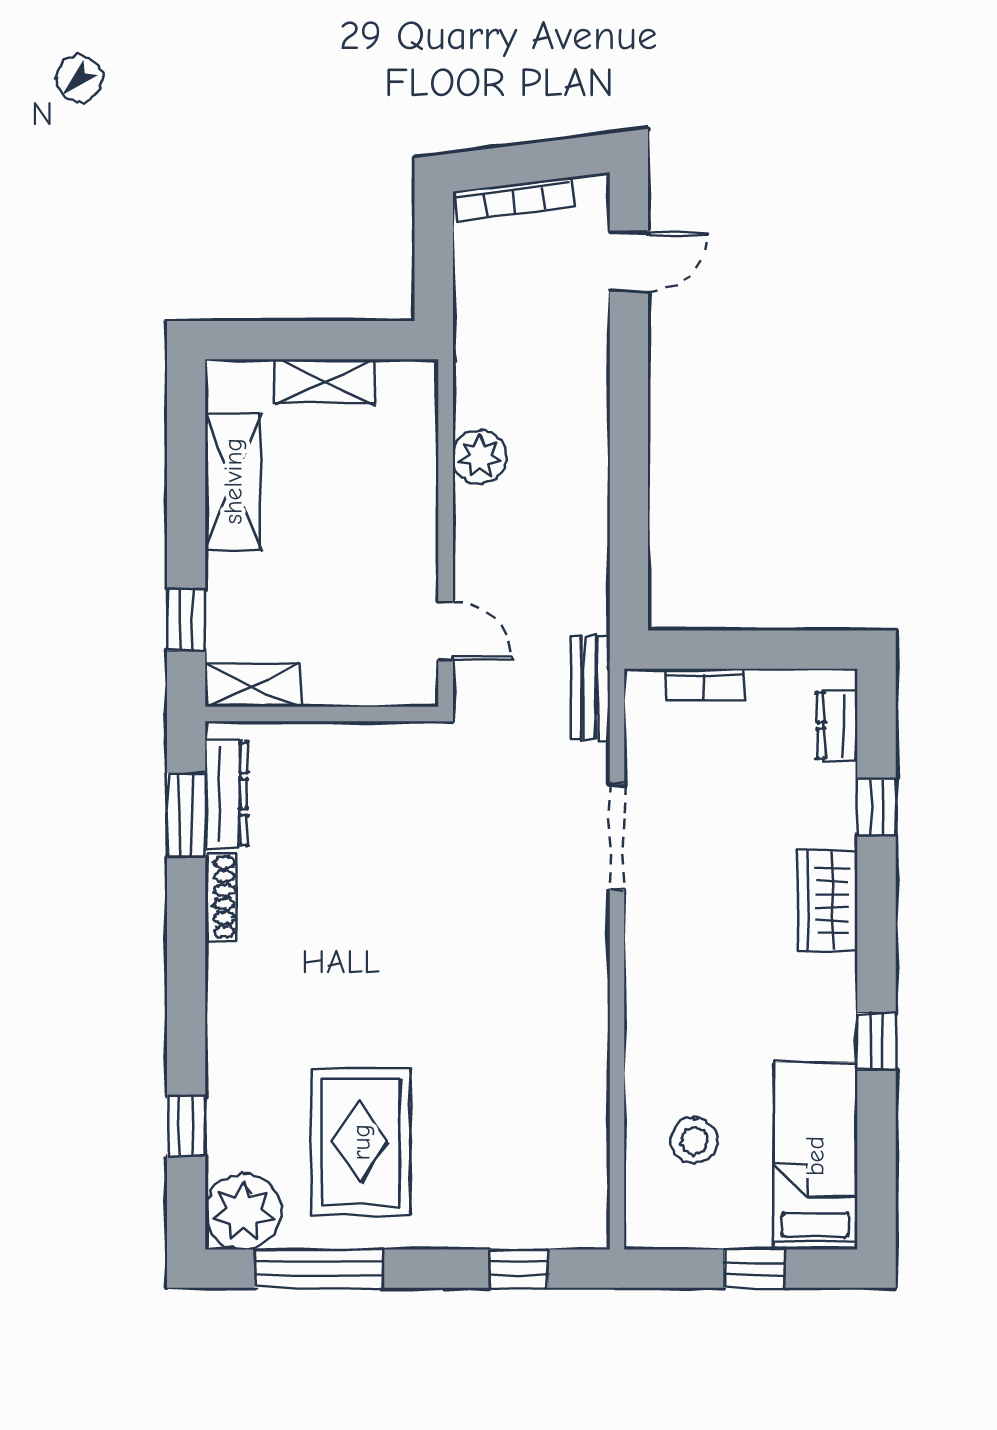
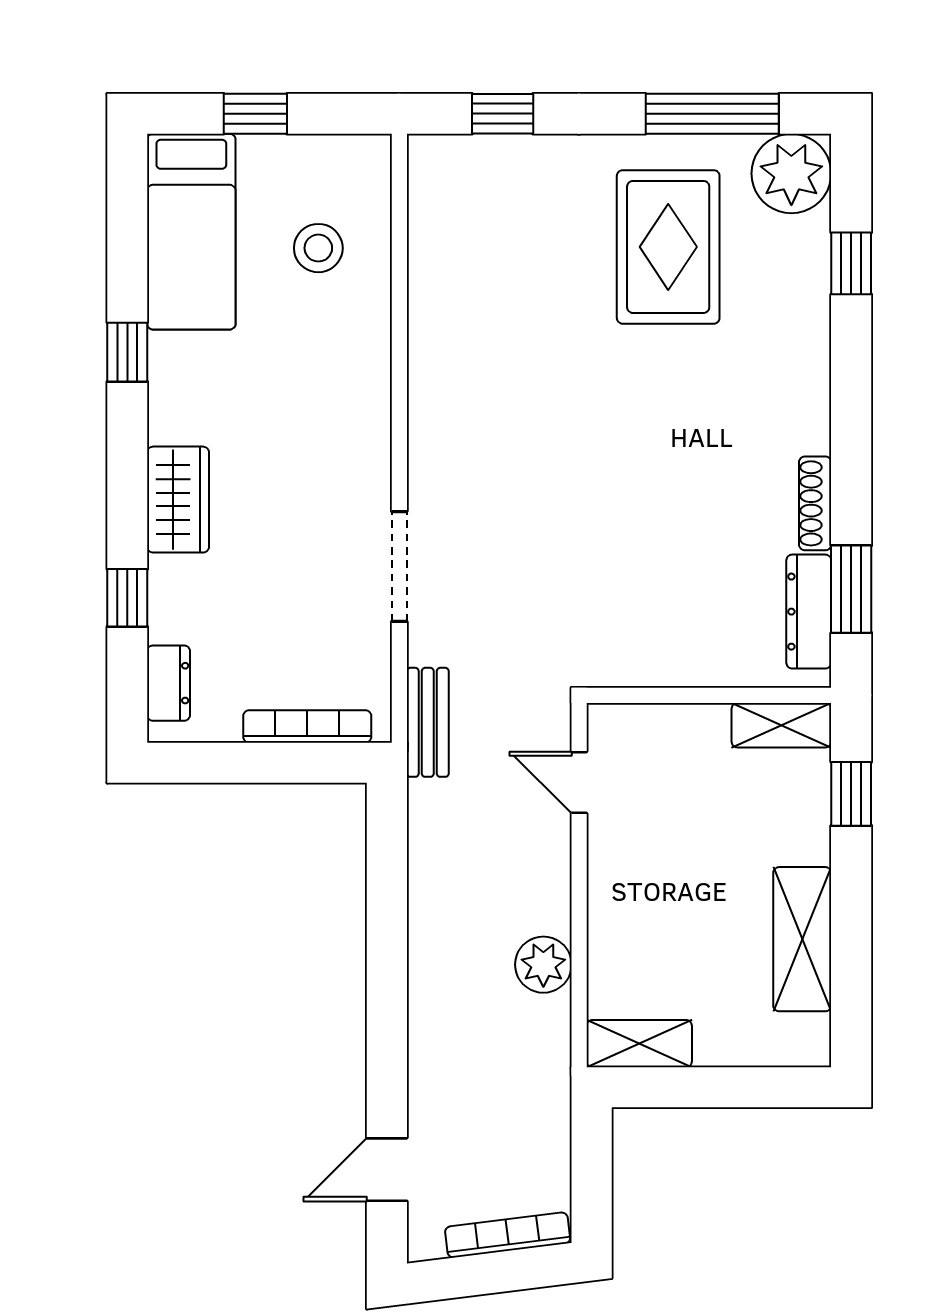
shelving: (326, 382) -> (639, 1044), moved
bookcase: (705, 684) -> (307, 726), width x1.56

